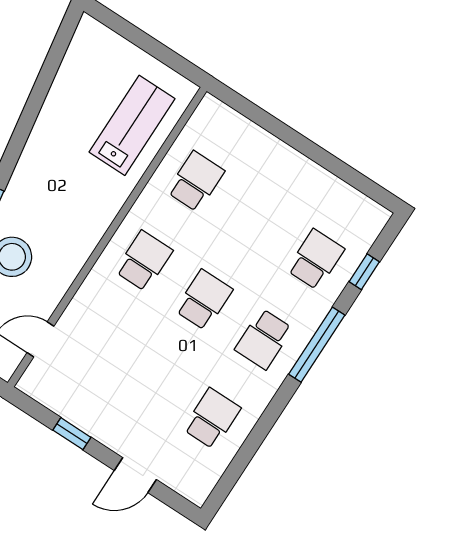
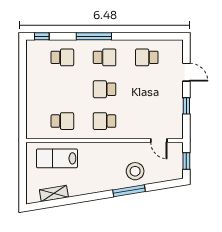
shelving: (70, 76) -> (54, 194), added
school desk: (196, 181) -> (62, 121), turned 180
school desk: (316, 259) -> (62, 57), turned 180
window: (364, 272) -> (42, 36), moved

